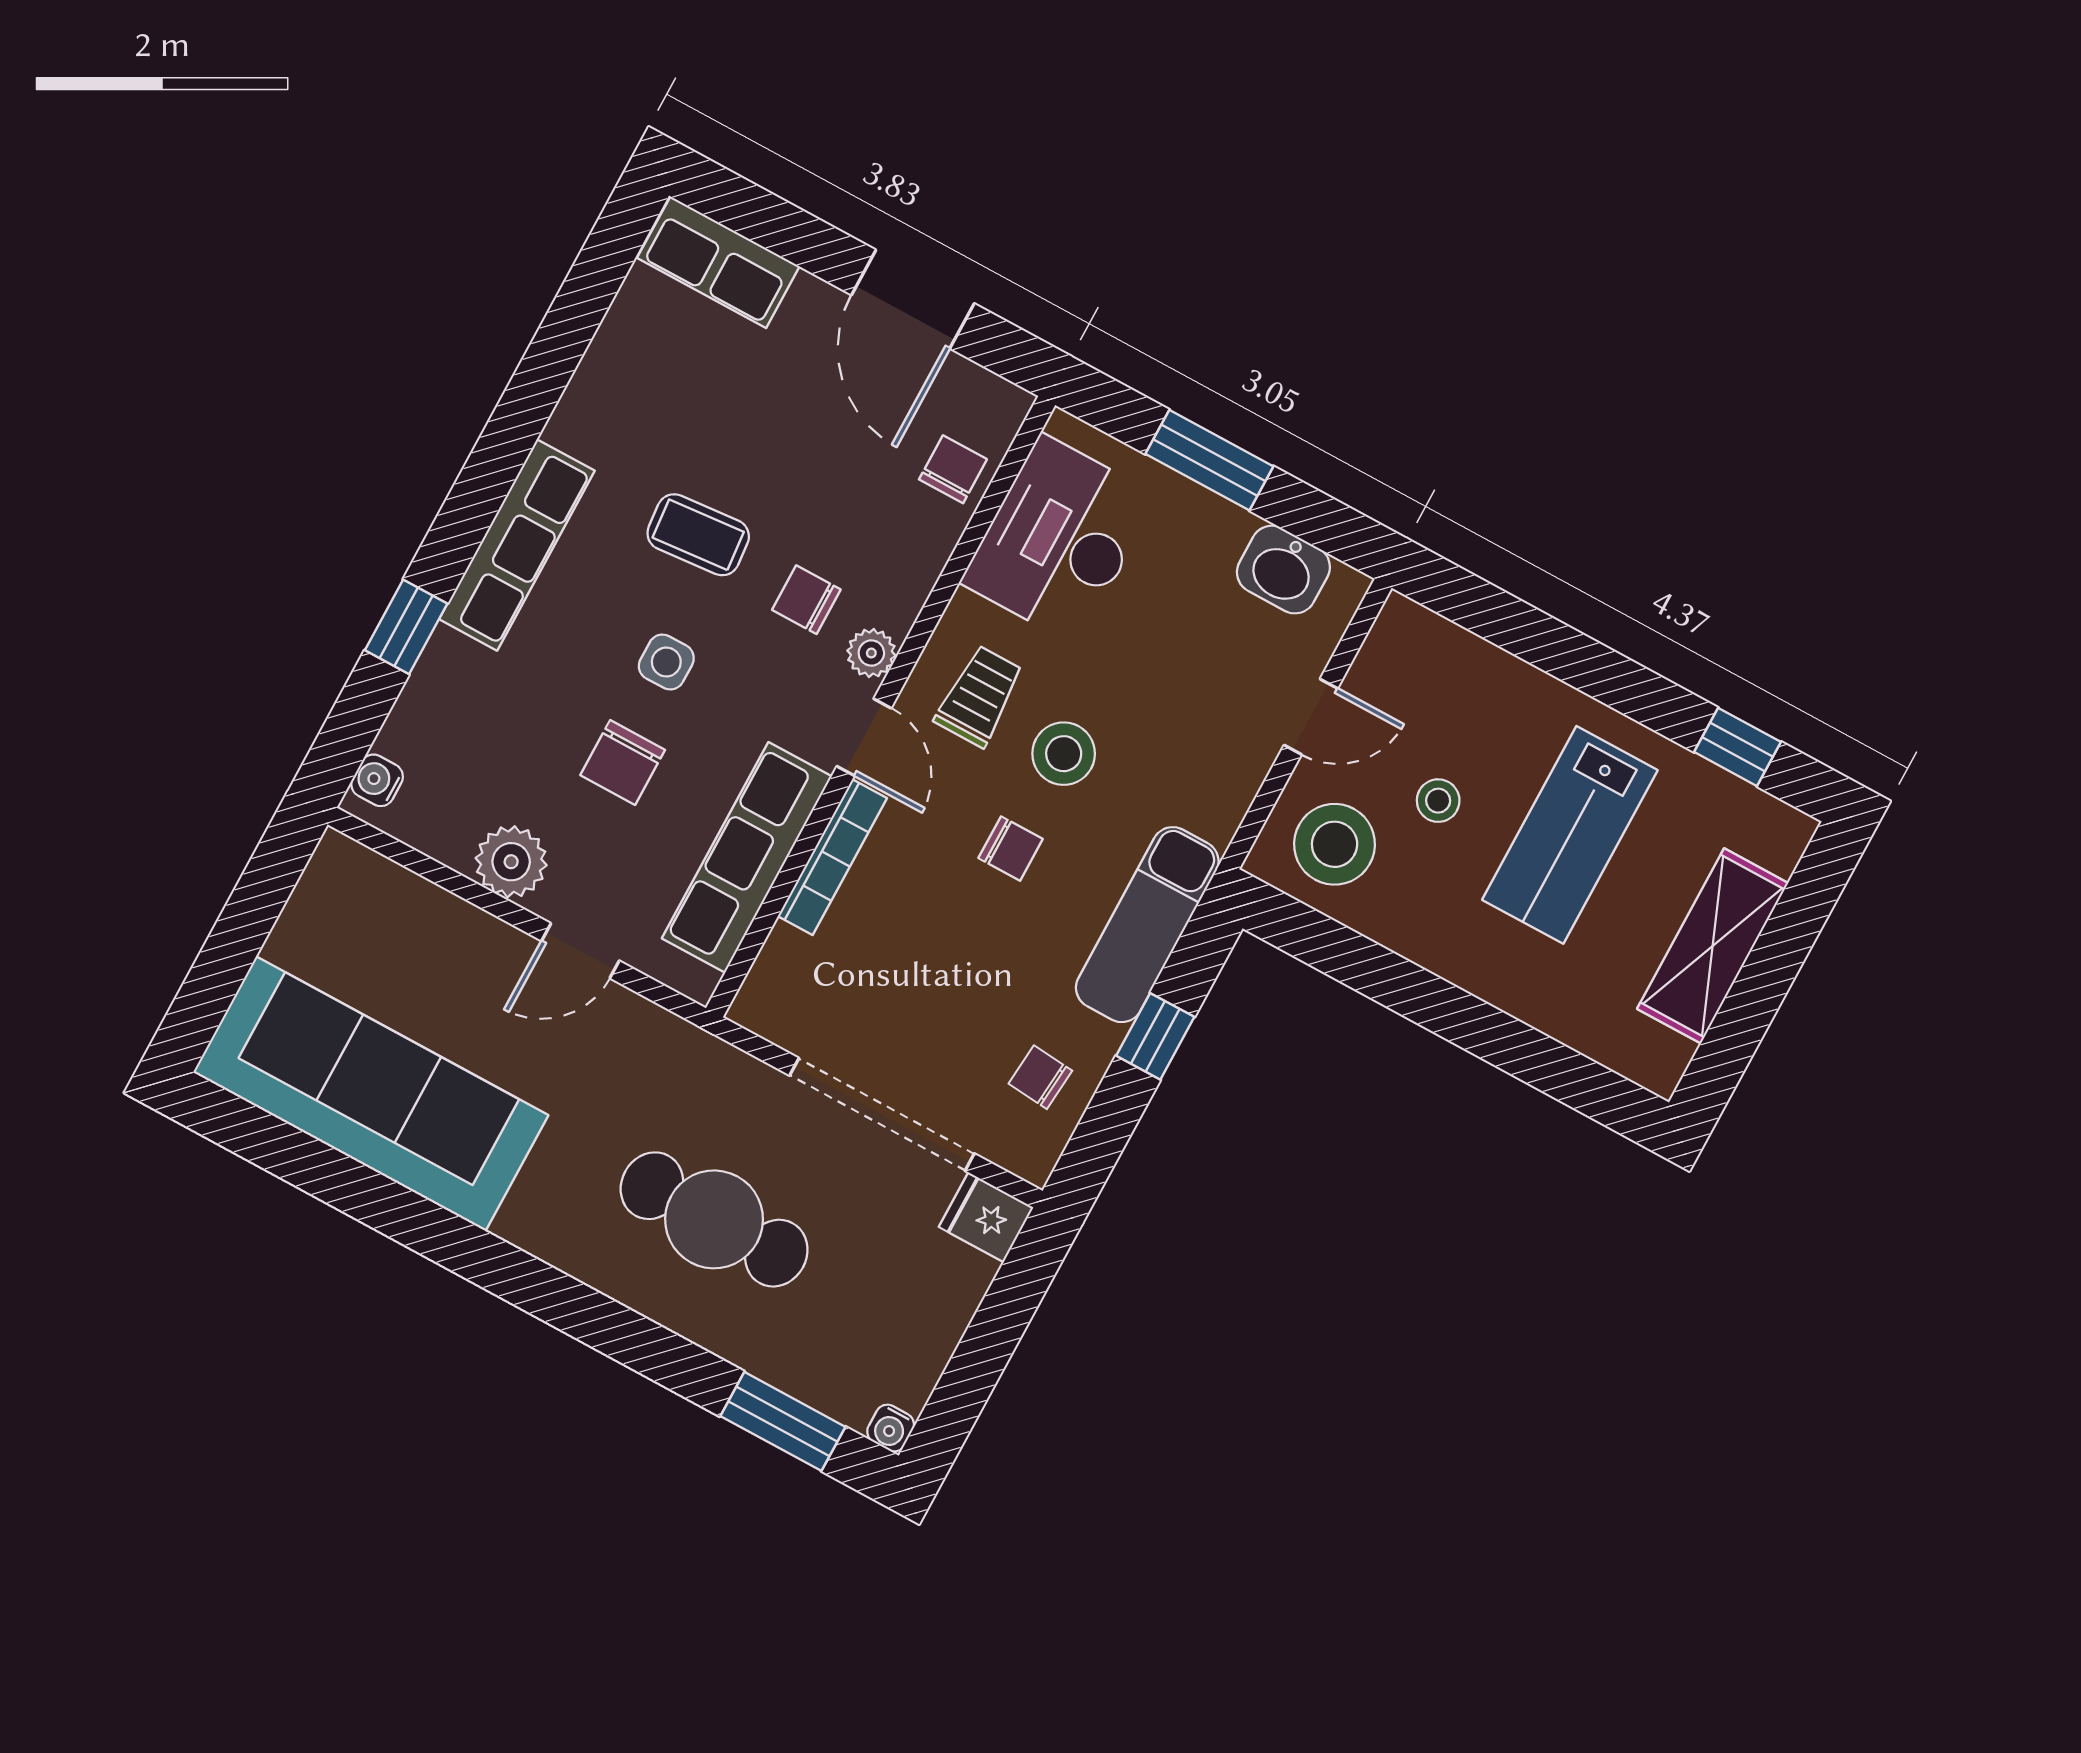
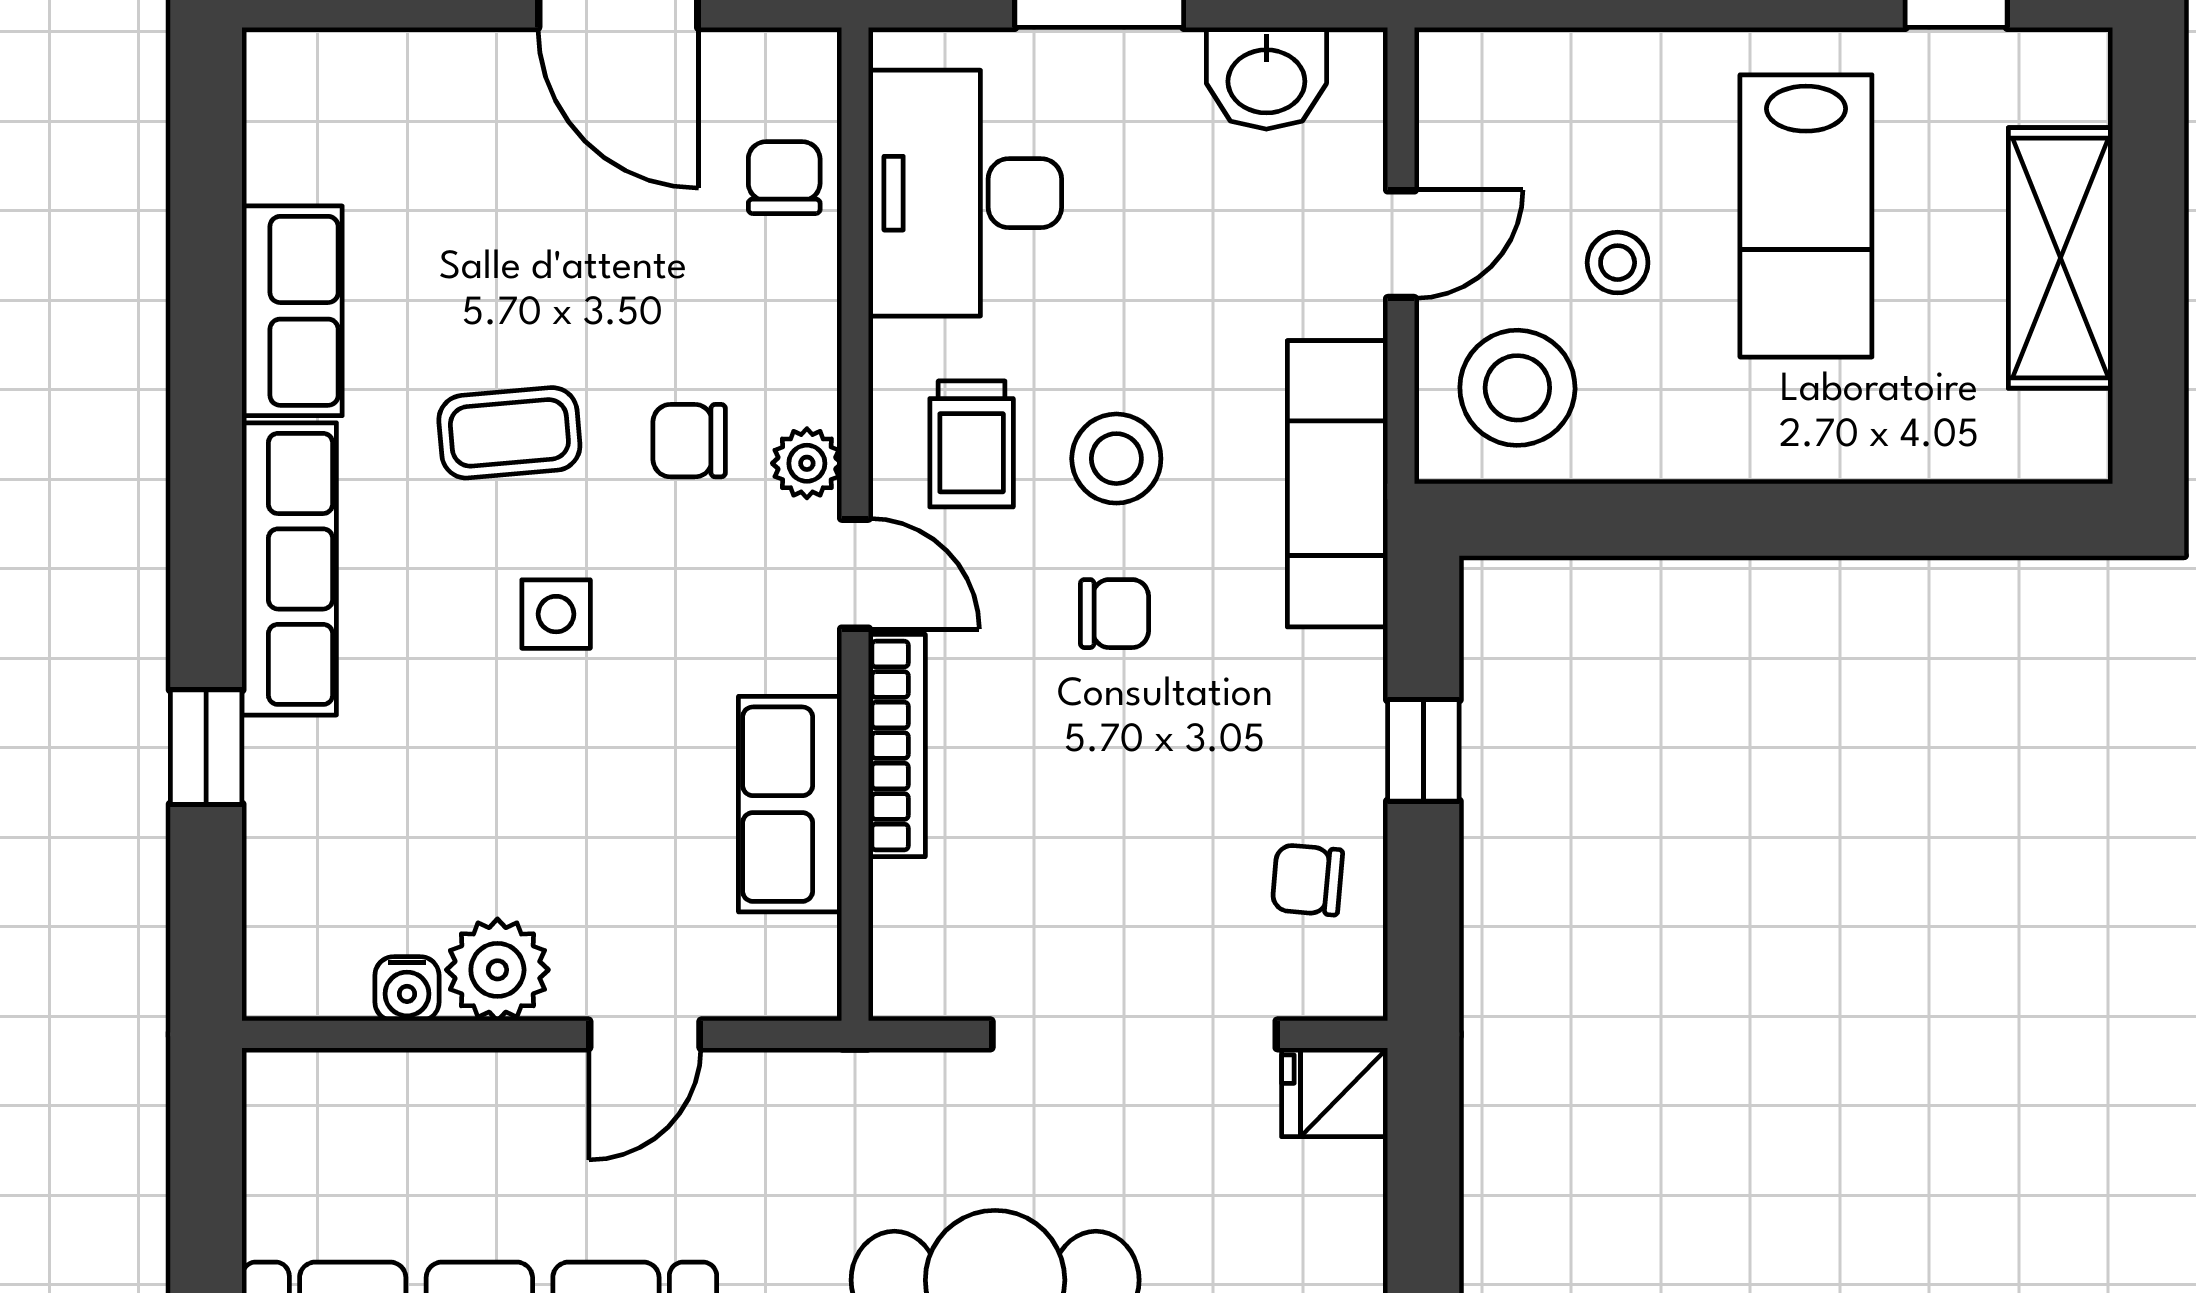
row of seats: (718, 262) -> (292, 311), moved, turned -90
trolley: (979, 696) -> (972, 444), turned 180
chair: (623, 762) -> (570, 770), removed
water cooler: (377, 780) -> (407, 989), moved, turned -90
row of seats: (747, 857) -> (790, 804), width x0.68
exam couch: (1147, 925) -> (1337, 484), moved

